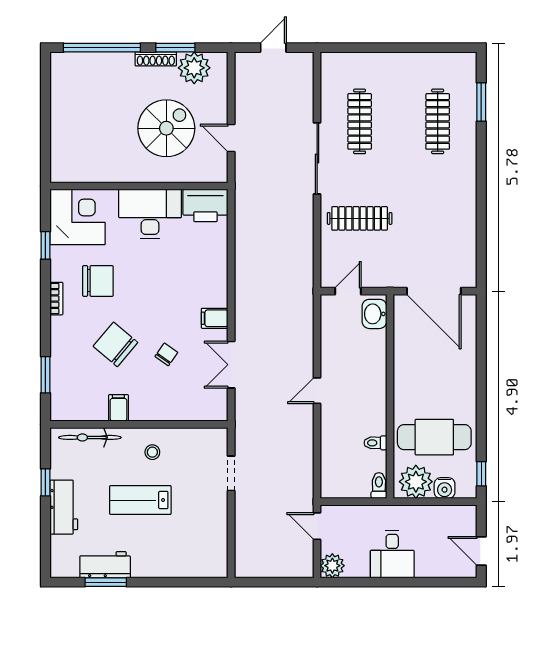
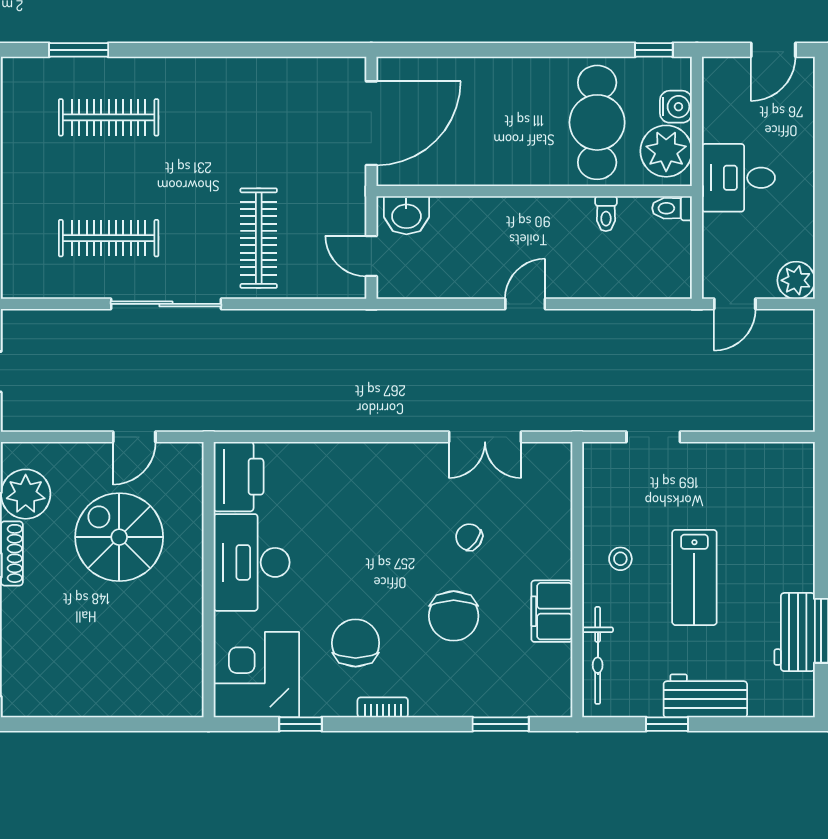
filing cabinet: (215, 318) -> (413, 462), removed
chair: (115, 344) -> (454, 616), turned -40
door: (317, 391) -> (525, 304), swing flipped
filing cabinet: (118, 408) -> (552, 611), width x2.00
desk: (392, 554) -> (738, 178), moved, turned 180

